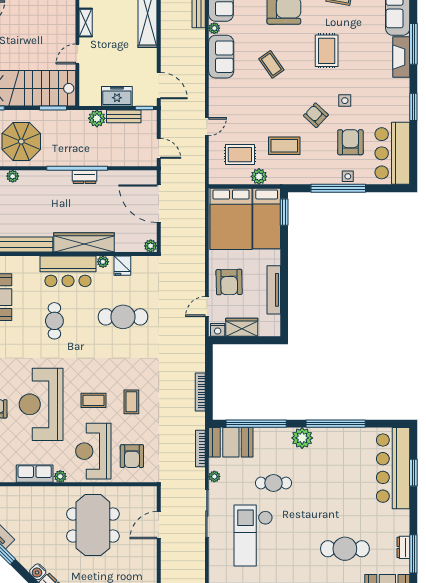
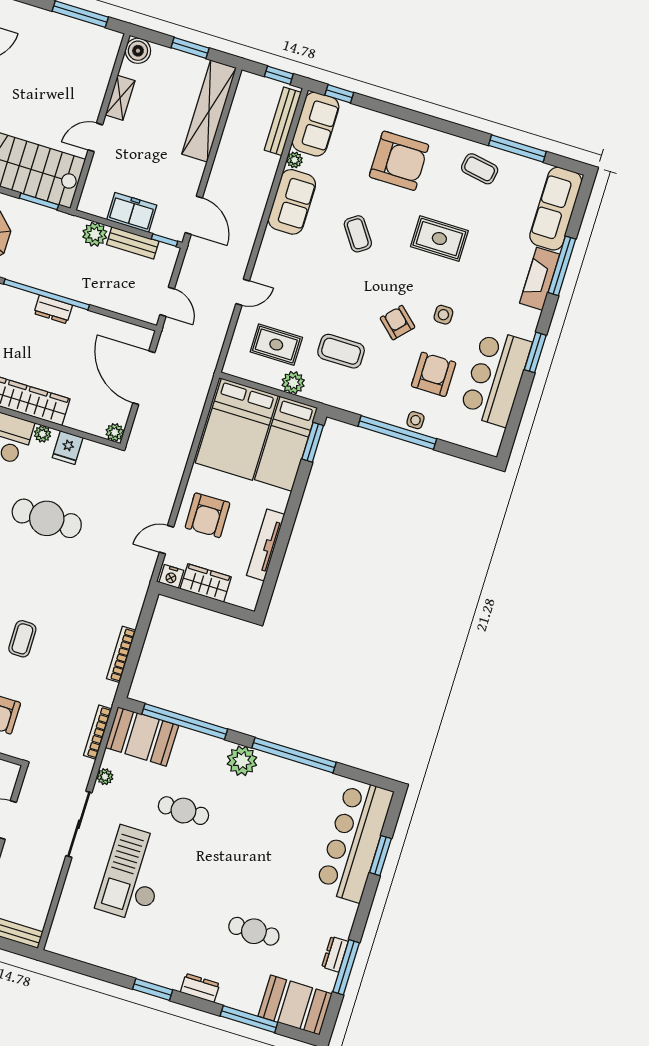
rug: (327, 51) -> (439, 239), turned 90
bar counter: (392, 153) -> (496, 378), moved
cafe table: (345, 549) -> (254, 931), width x0.73, depth x0.74

